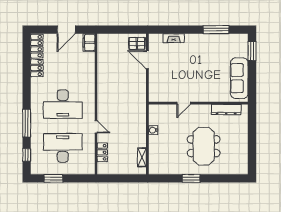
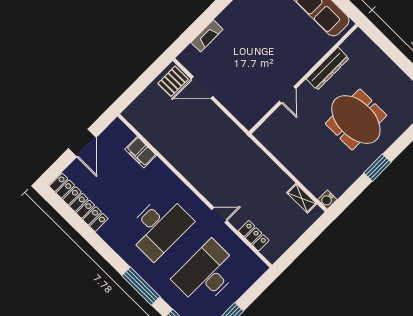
filing cabinet: (89, 43) -> (141, 152), moved
dresser: (226, 110) -> (328, 69), moved
water cooler: (153, 130) -> (327, 200), moved

